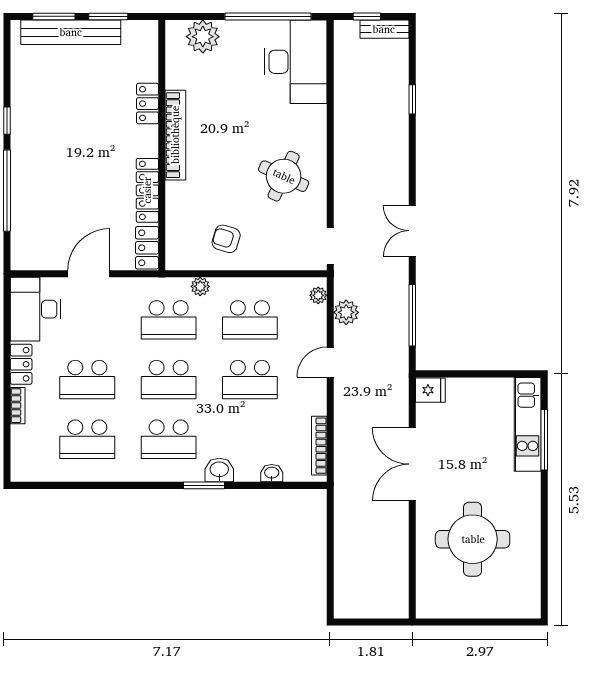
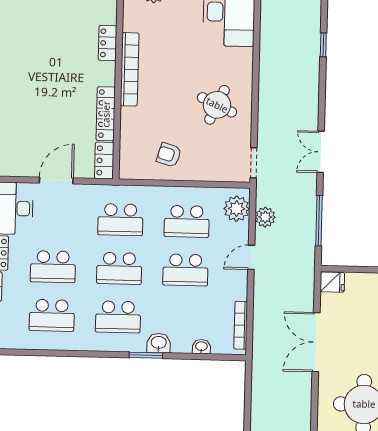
plant: (200, 286) -> (147, 193), removed
plant: (318, 295) -> (237, 209), width x1.88, depth x1.88

